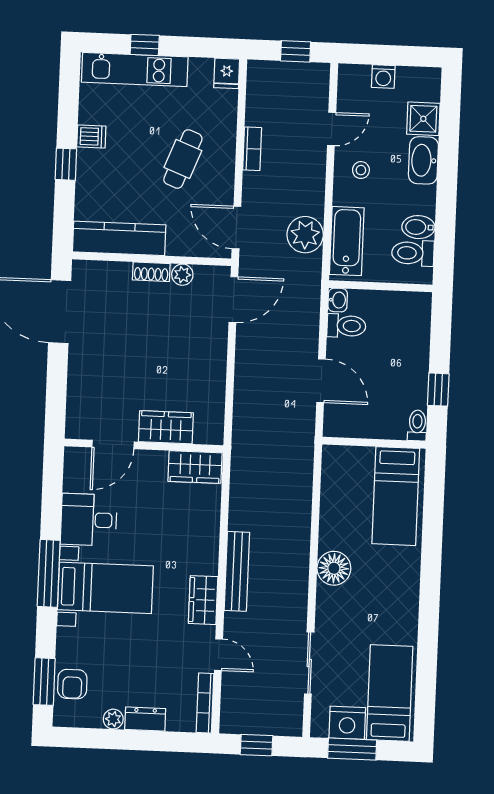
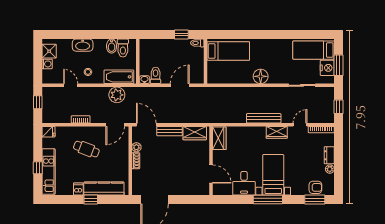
shower: (423, 119) -> (49, 51), moved
kitchen counter: (119, 238) -> (104, 189), moved, turned 90
bench: (216, 353) -> (170, 131), added
wardrobe: (166, 427) -> (195, 133), moved, turned -90

